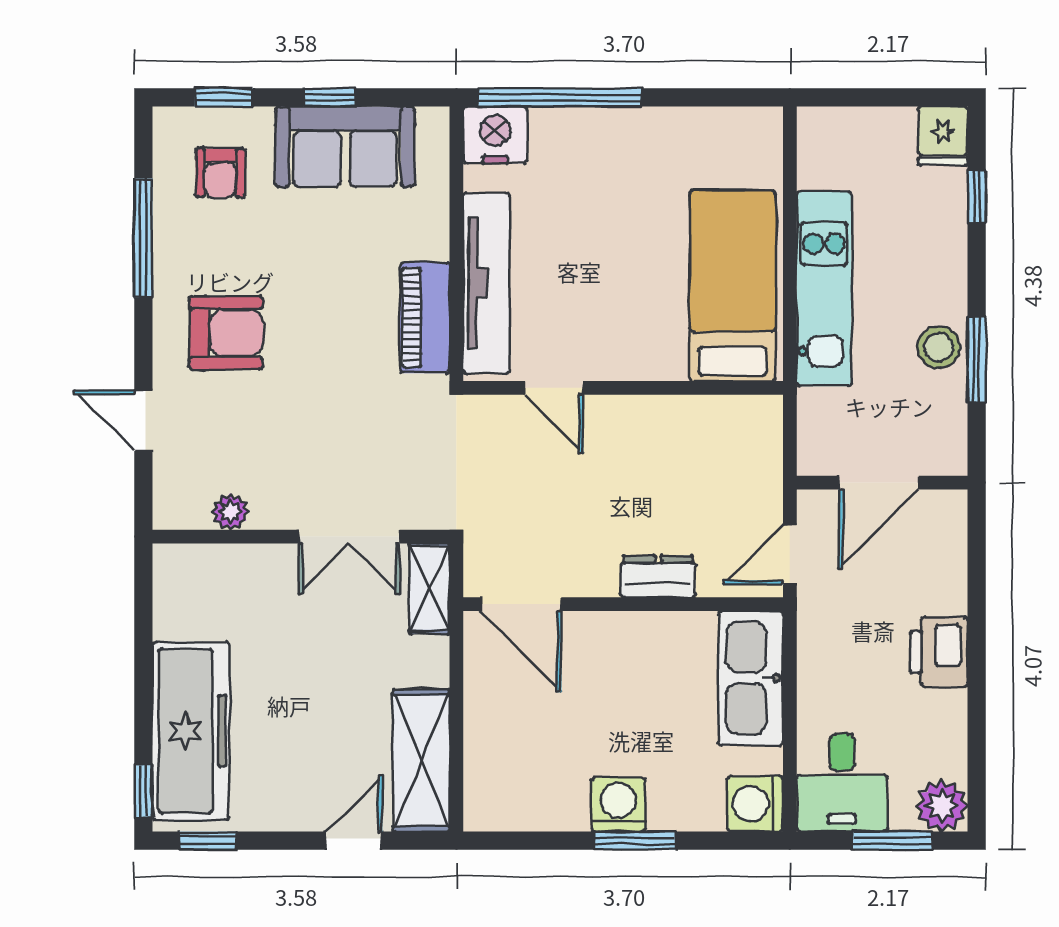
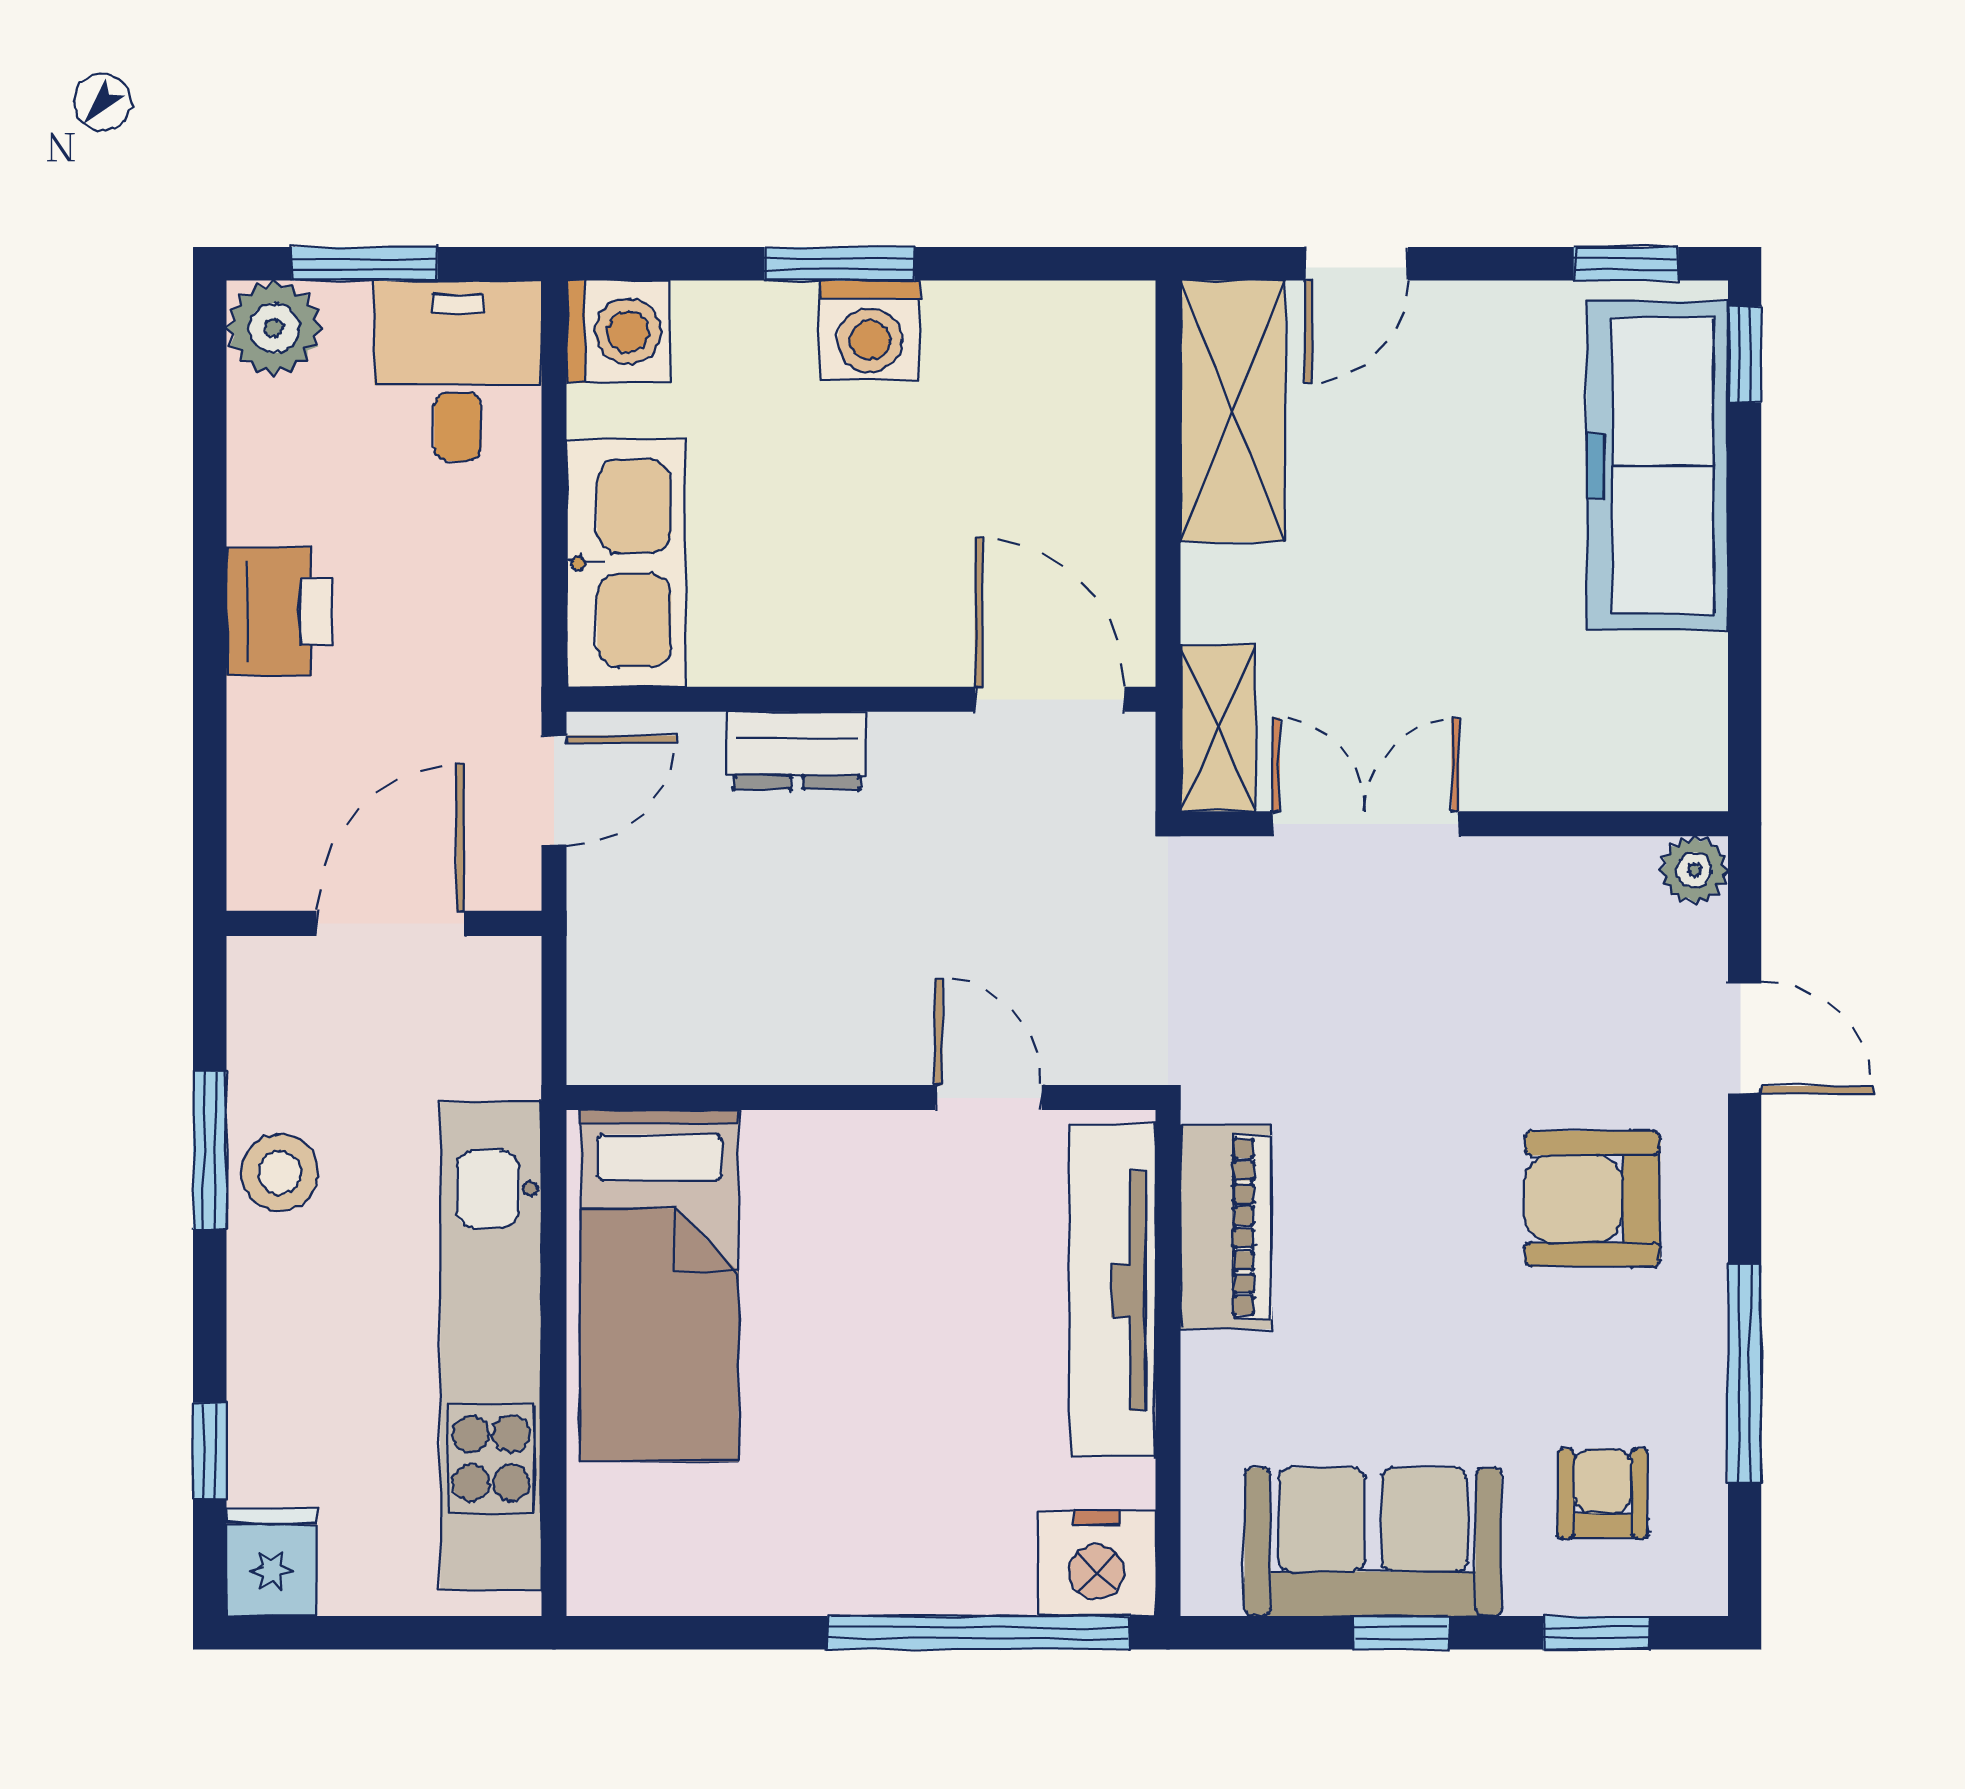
kitchen unit: (824, 289) -> (491, 1346), width x1.36
plant: (230, 512) -> (1694, 870), moved

